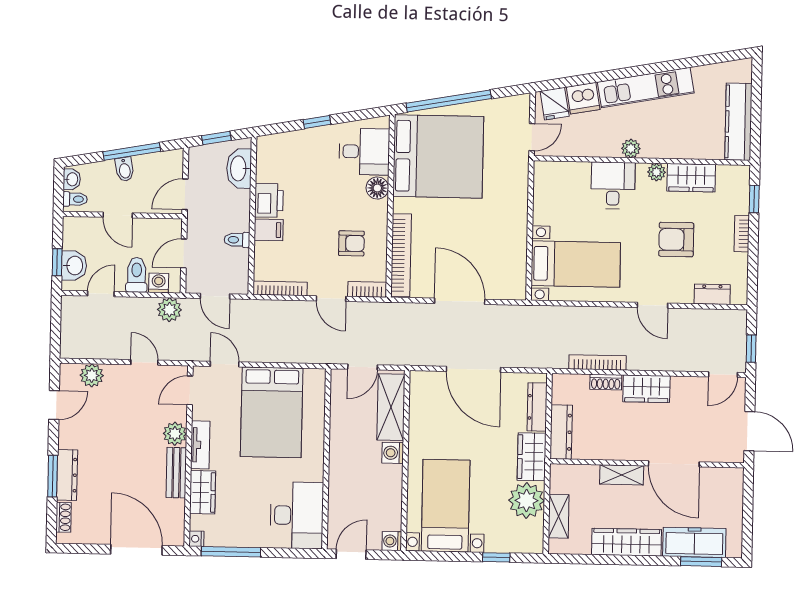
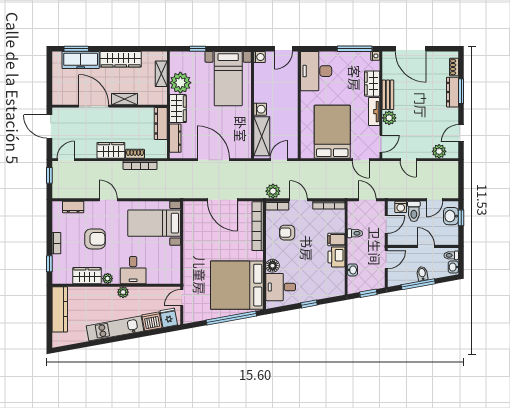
washbasin: (239, 168) -> (352, 270), width x0.52, depth x0.69
plant: (169, 310) -> (273, 191), moved

